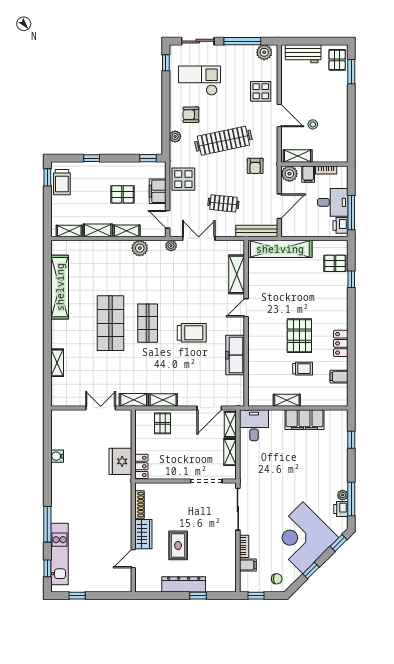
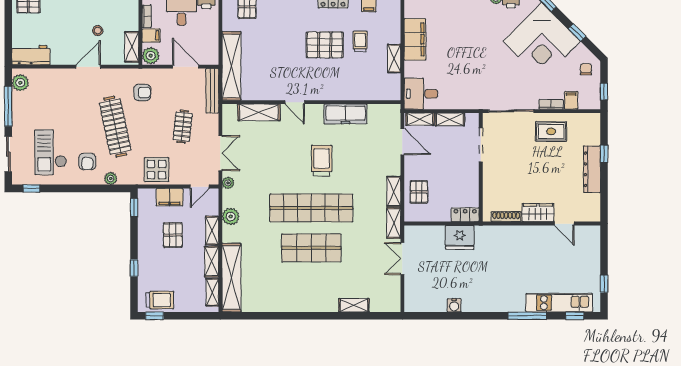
workbench: (303, 54) -> (31, 55), moved, turned -90
display table: (261, 91) -> (62, 87), removed
double door: (199, 238) -> (220, 153), swing flipped
shelving: (60, 287) -> (231, 278), moved, turned 90
shop shelf: (148, 323) -> (311, 208), width x2.00, depth x1.36
pallet: (163, 423) -> (419, 192), turned 90
rug: (178, 545) -> (551, 131), moved

